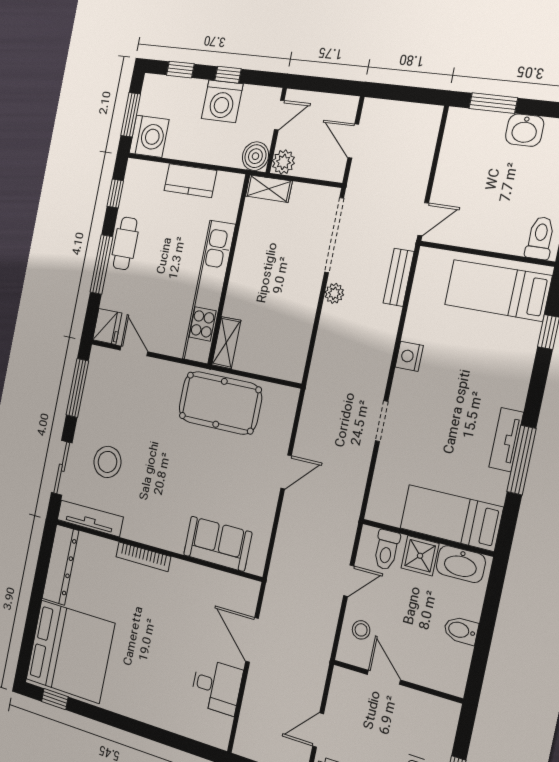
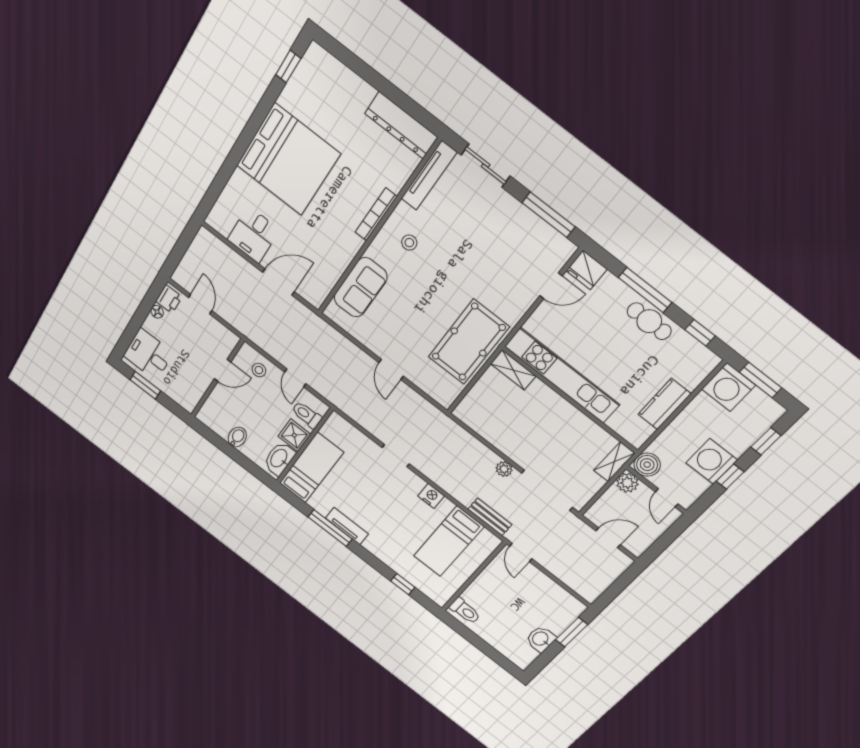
bed: (498, 290) -> (449, 542), moved, turned 180
stool: (107, 462) -> (409, 243), moved, width x0.53, depth x0.53
bed: (70, 651) -> (288, 160), moved, turned -90

